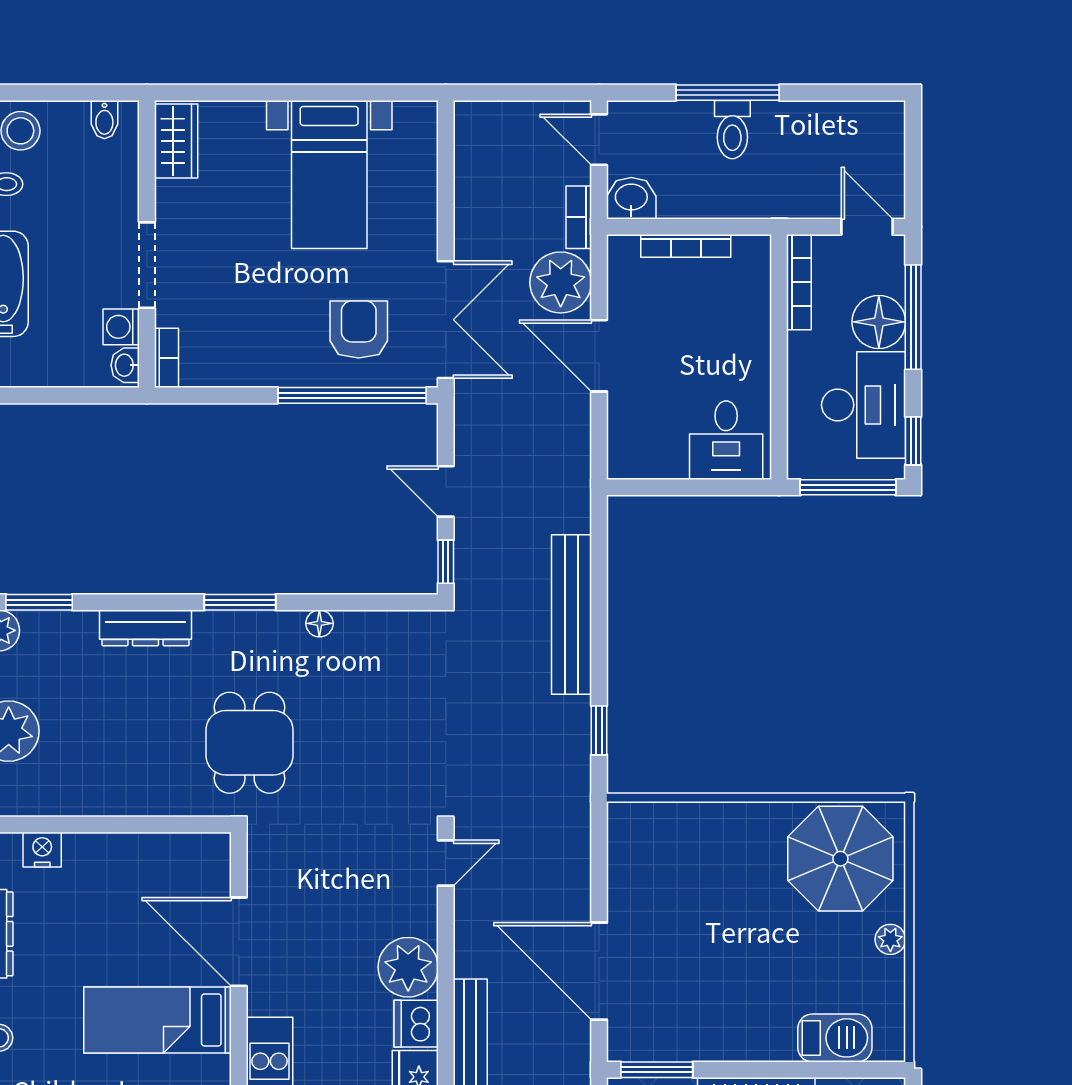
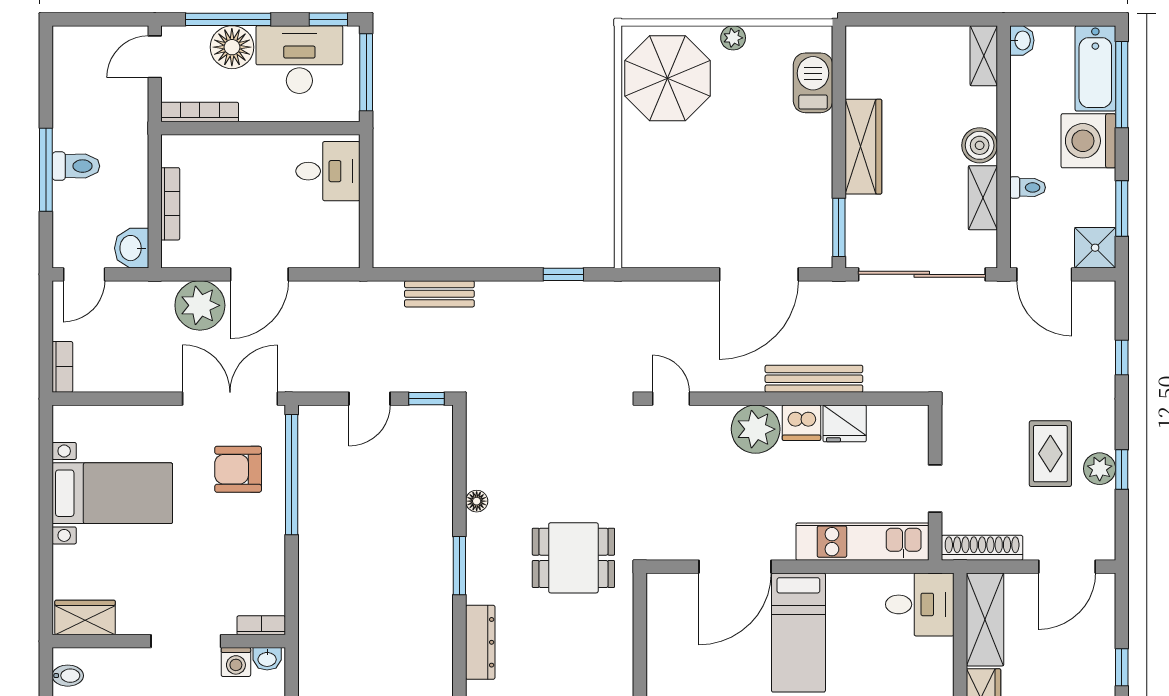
bookcase: (579, 217) -> (62, 367), moved, turned -90
bench: (571, 615) -> (439, 294), width x0.54, depth x0.82

